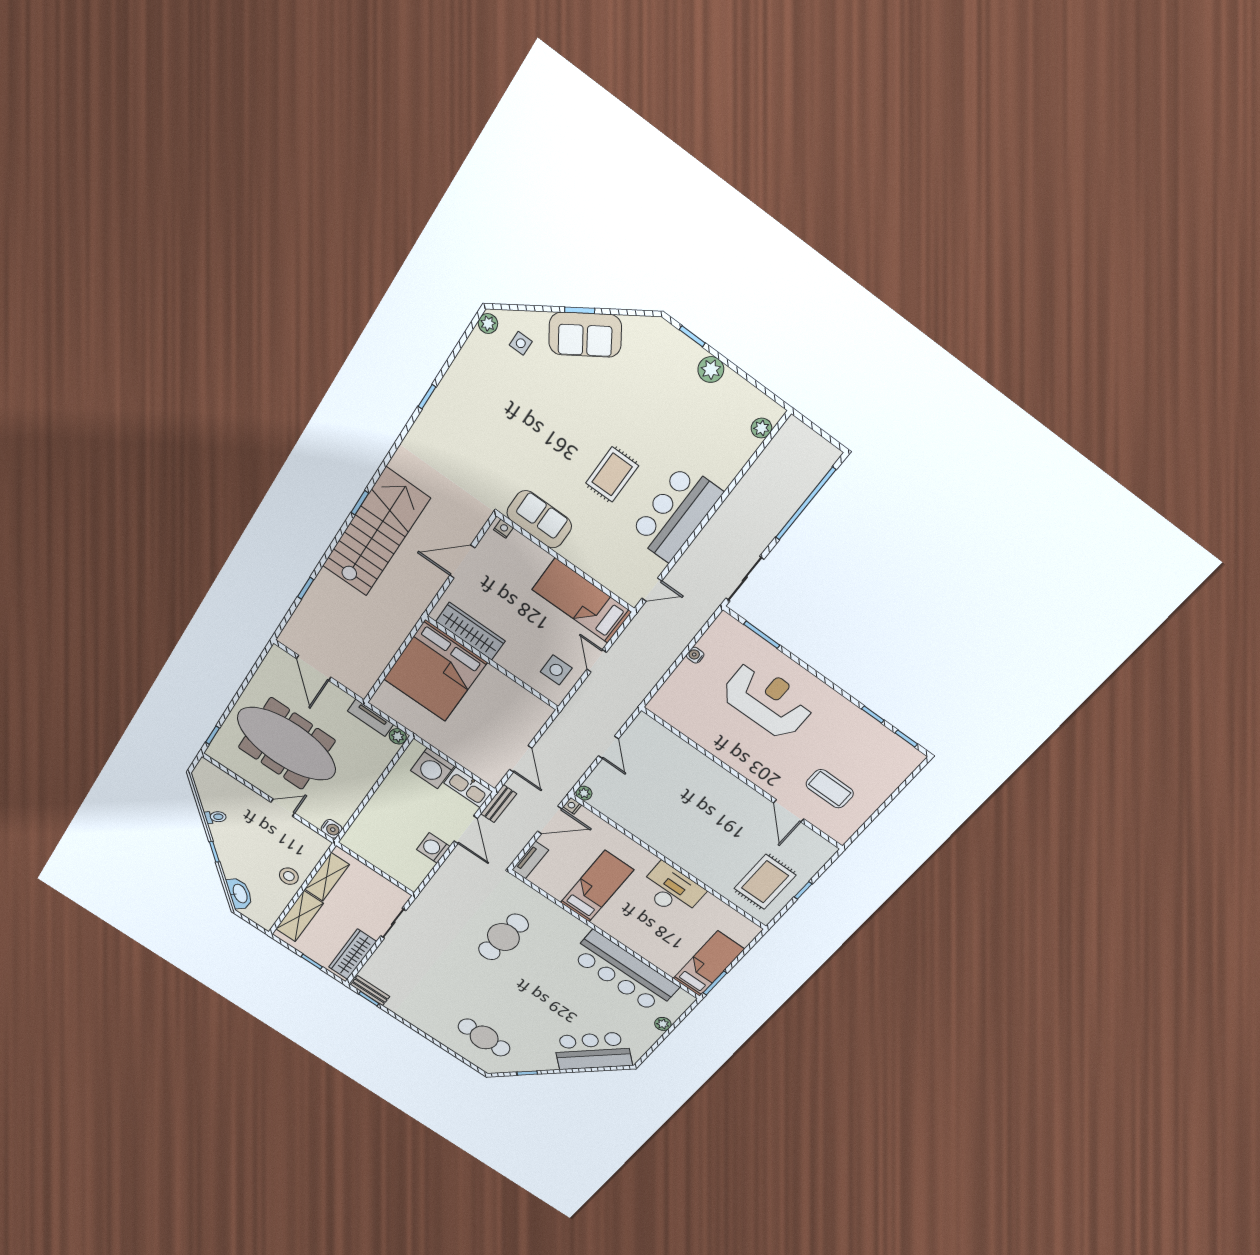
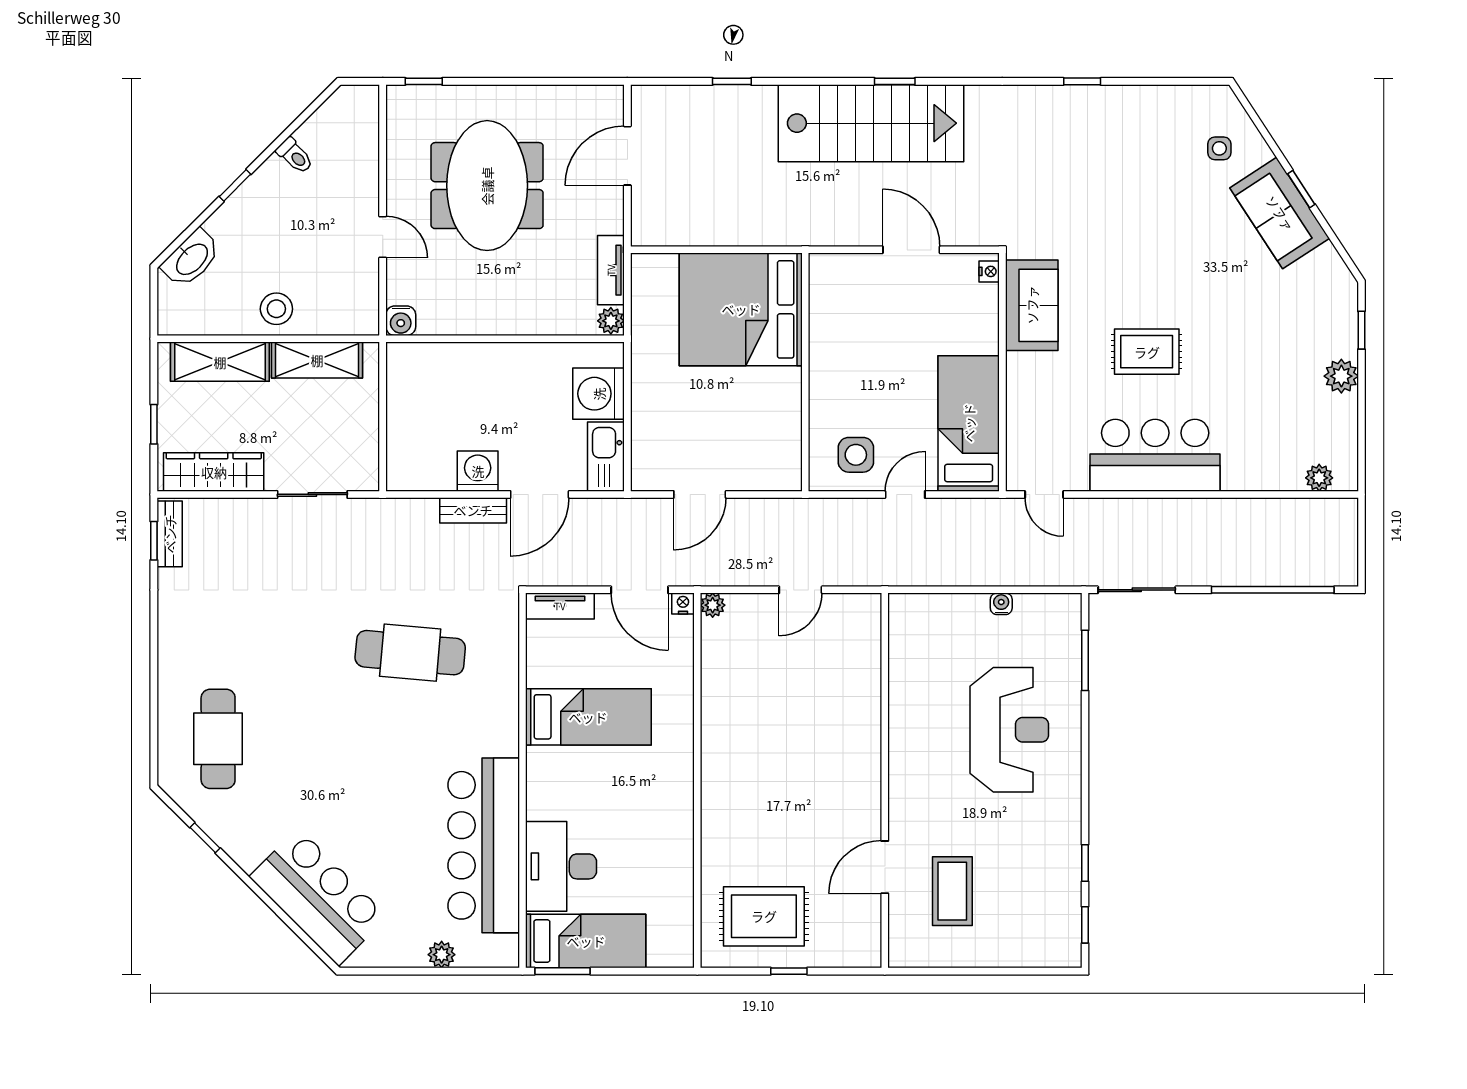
plant: (488, 324) -> (1215, 98), removed
wardrobe: (471, 631) -> (828, 318), removed
meeting table: (287, 744) -> (487, 186), width x0.73
bench: (499, 804) -> (473, 510), moved
desk: (671, 890) -> (561, 866), moved, turned 180

